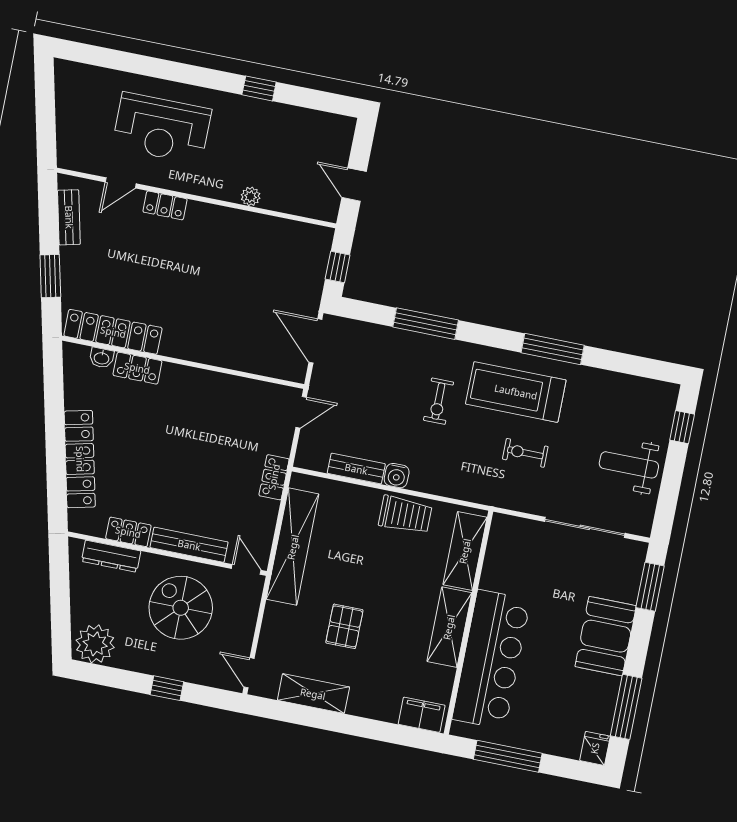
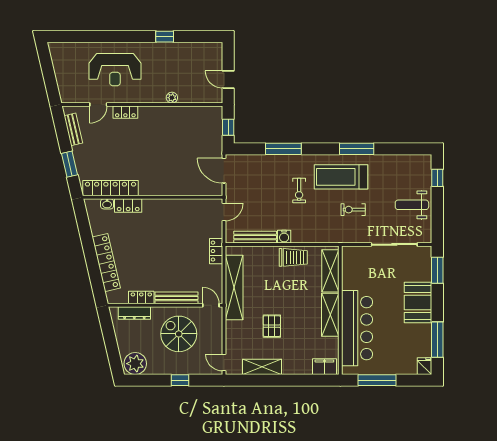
bench: (356, 469) -> (255, 237), width x1.36

